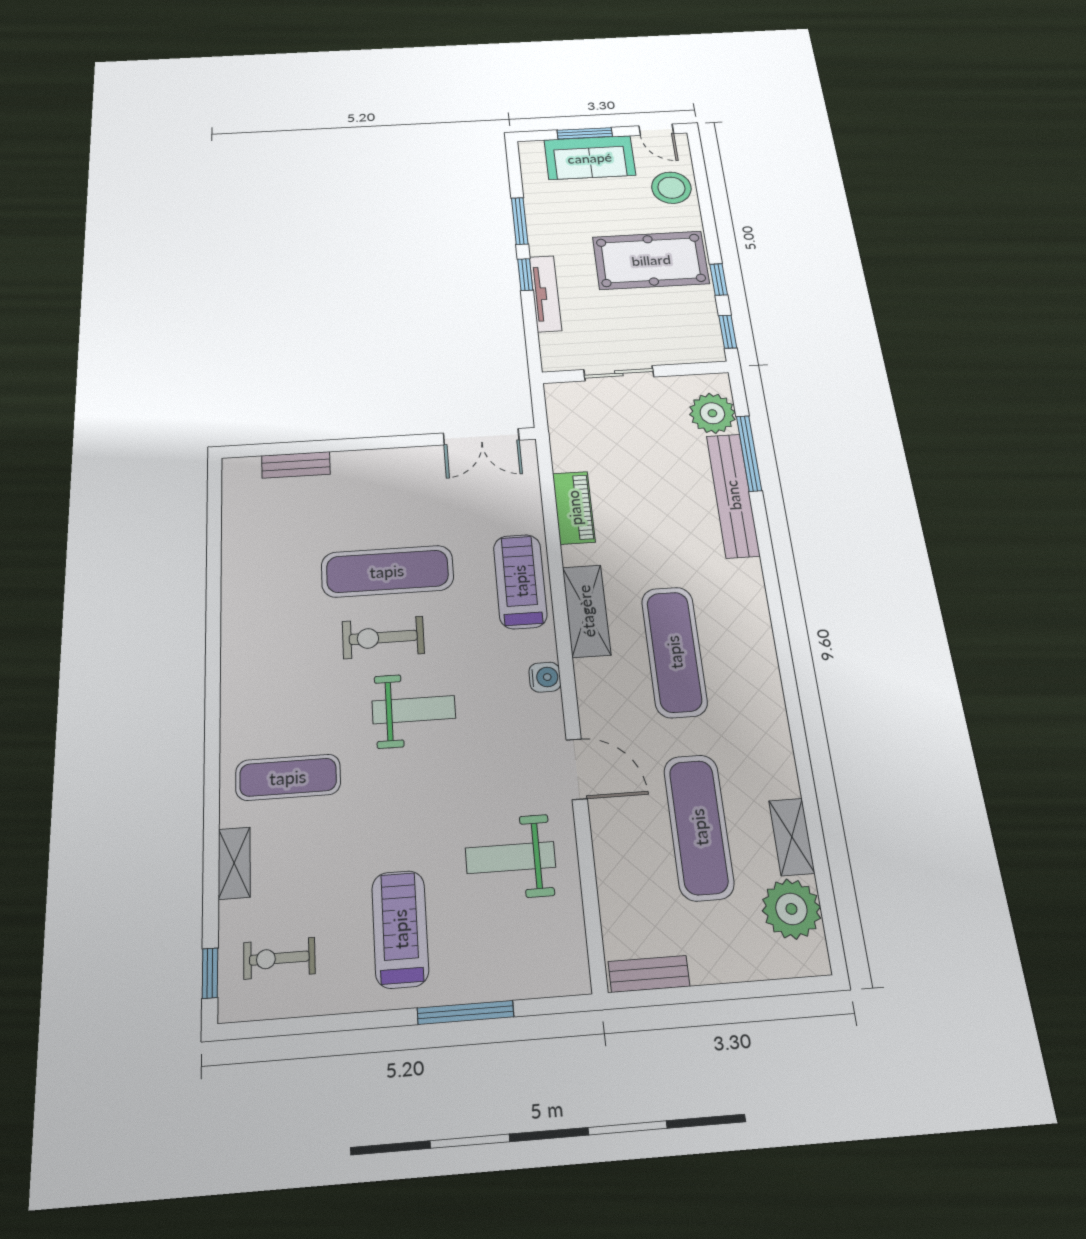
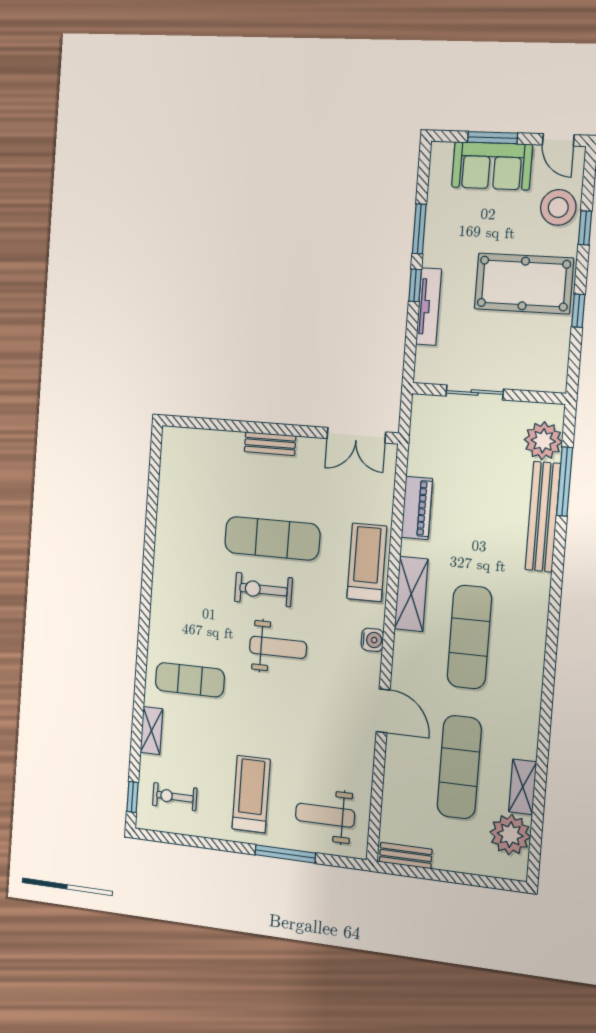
window: (728, 332) -> (585, 228), moved
bench: (296, 465) -> (270, 444), moved
weight bench: (510, 858) -> (325, 815), moved

